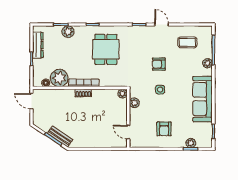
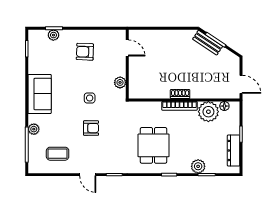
plant: (123, 94) -> (134, 93), removed
sofa: (203, 99) -> (40, 94), width x0.73
armchair: (164, 129) -> (85, 52), turned -88

